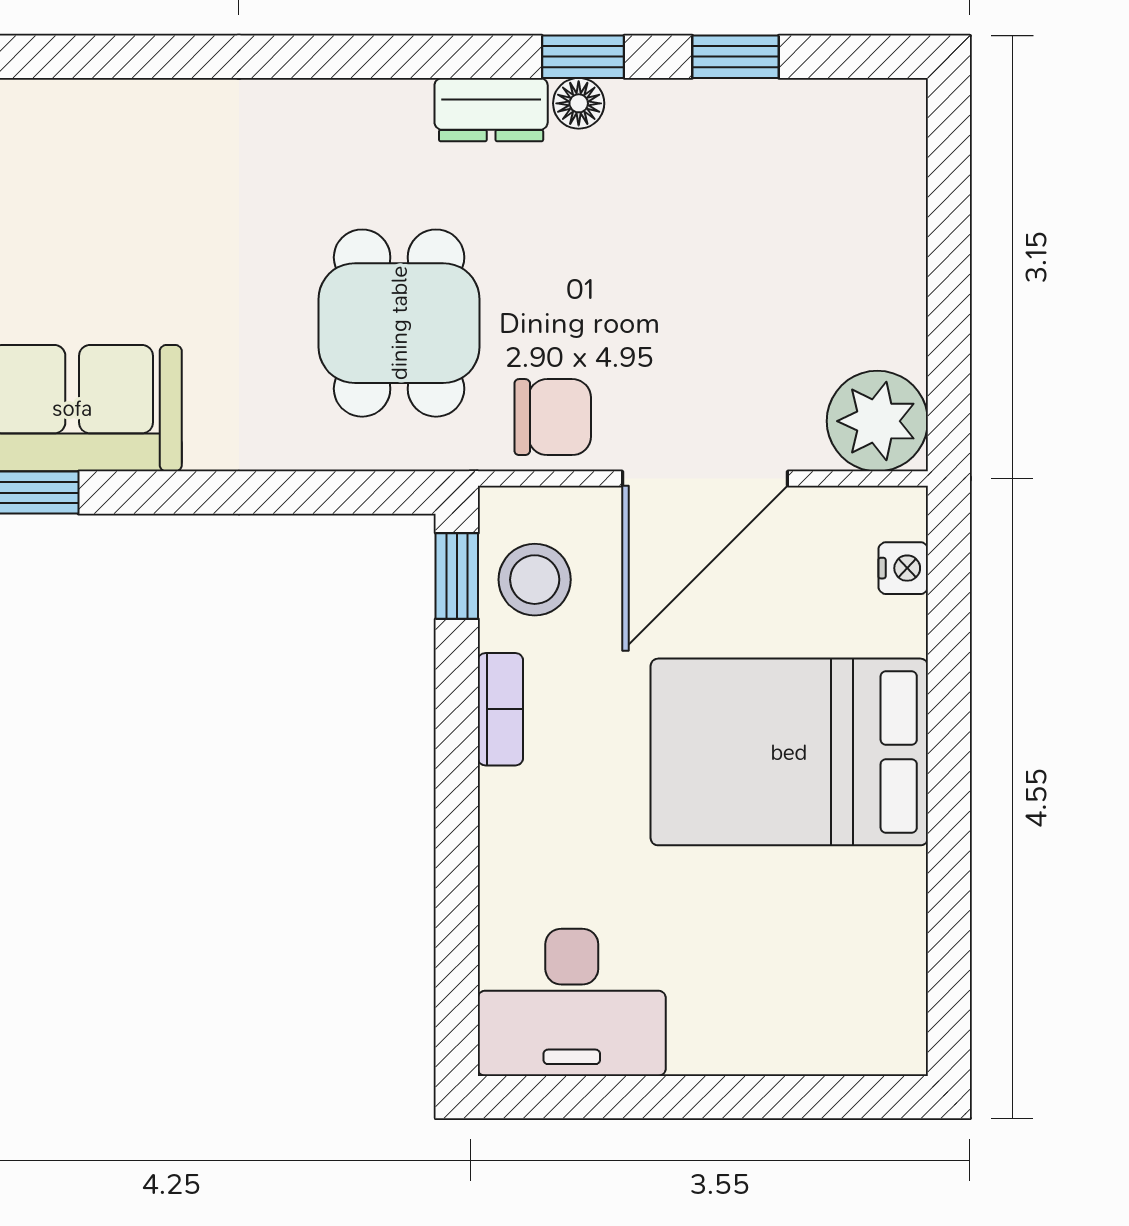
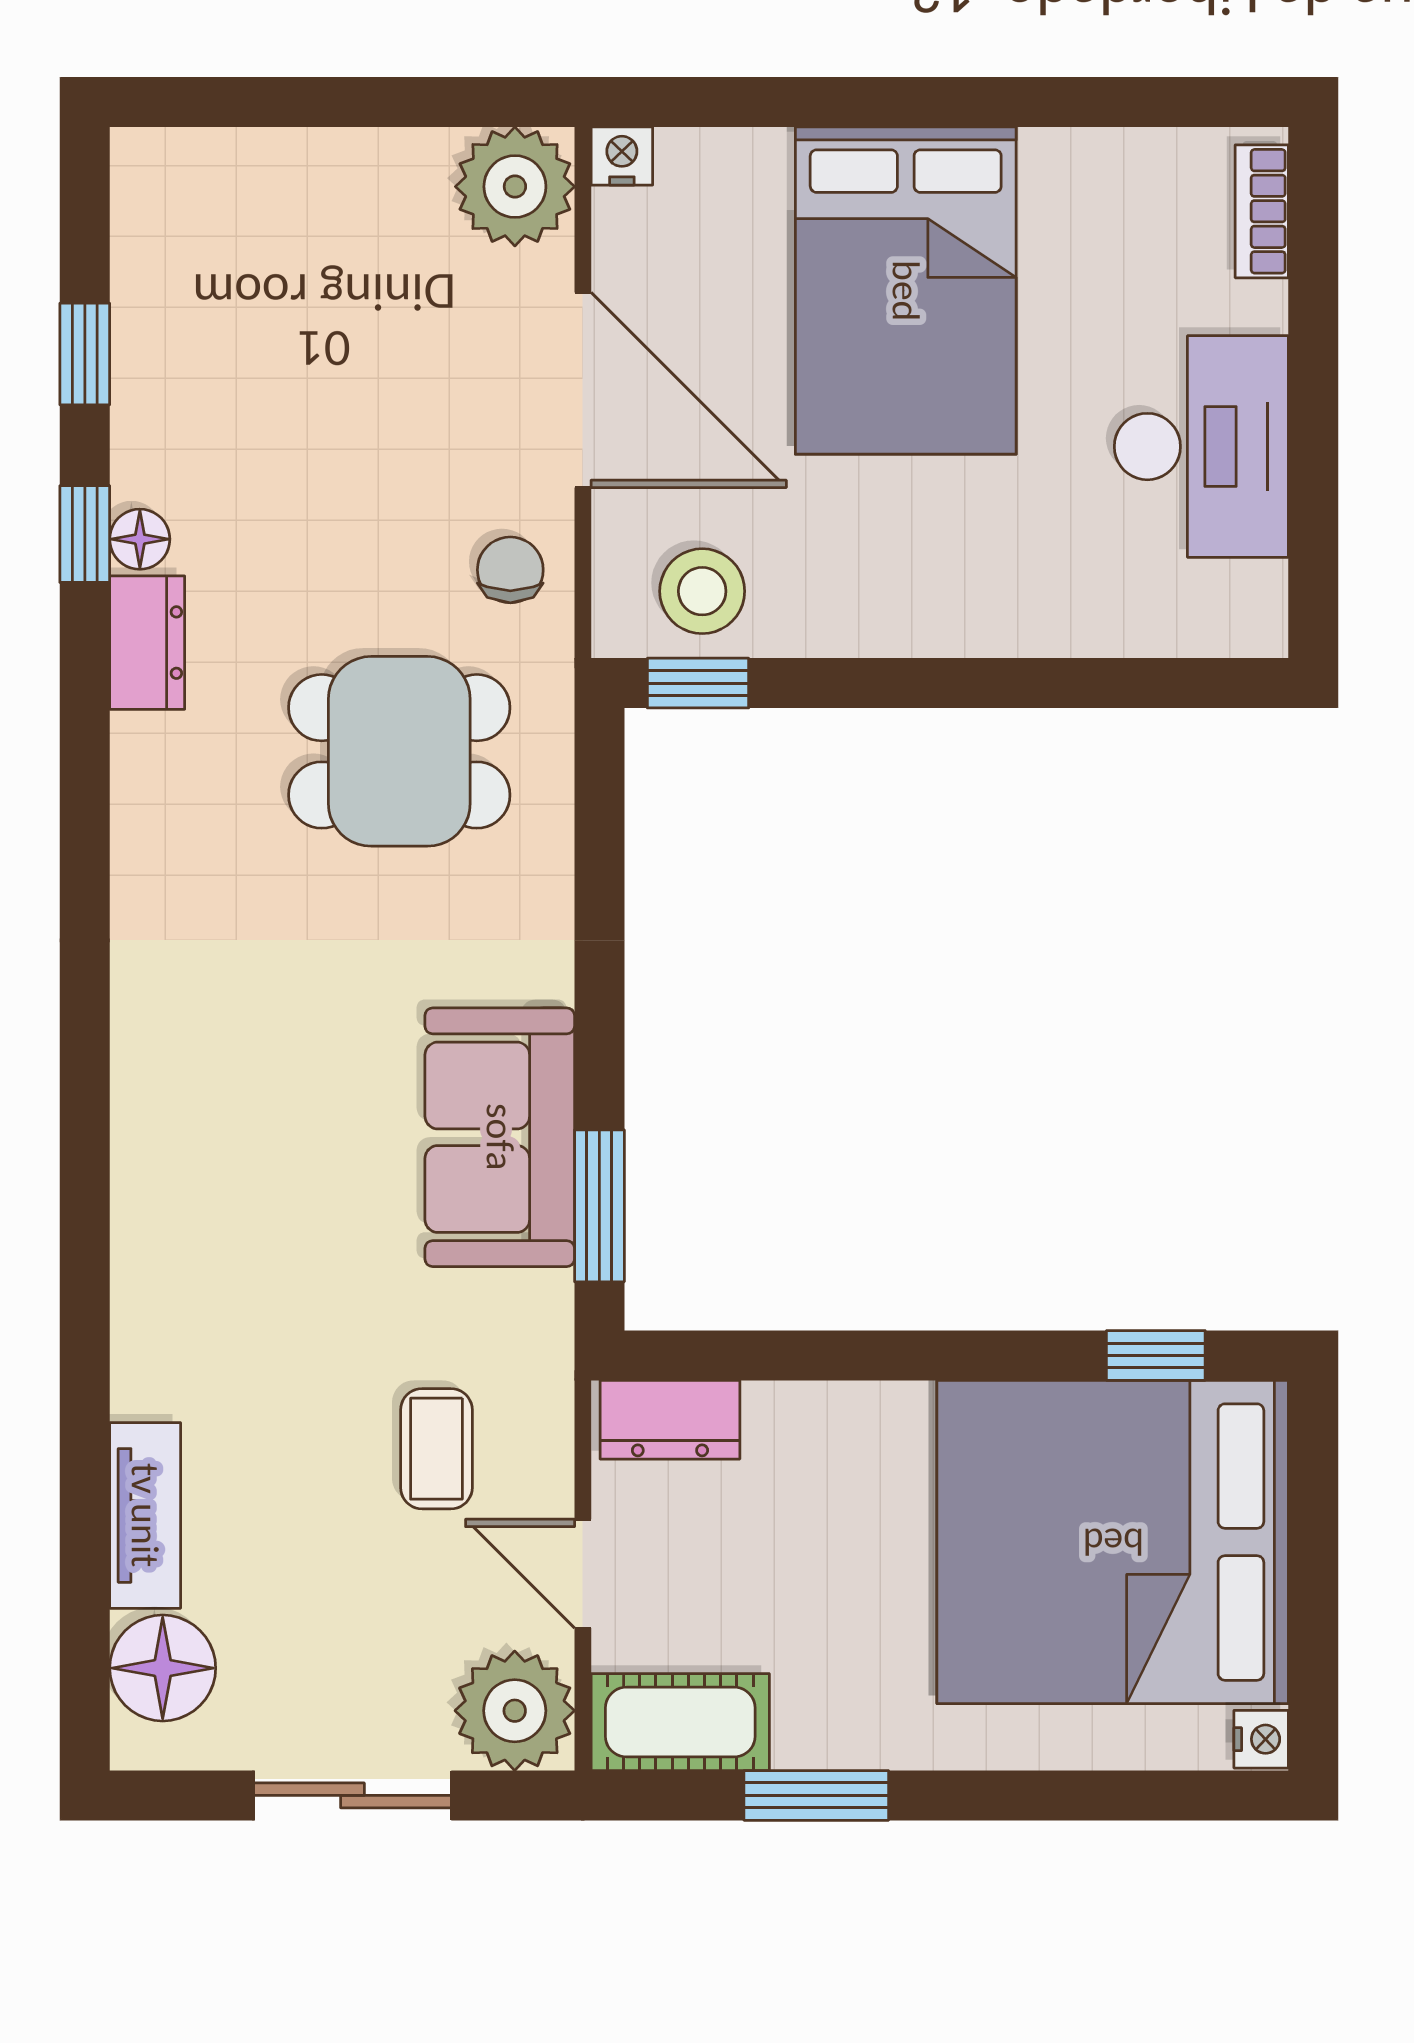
chair: (553, 417) -> (510, 570), width x0.73, depth x0.73
nightstand: (903, 568) -> (622, 156), moved
bookcase: (500, 709) -> (1262, 211), moved, turned -90
desk: (572, 1002) -> (1201, 447), moved

